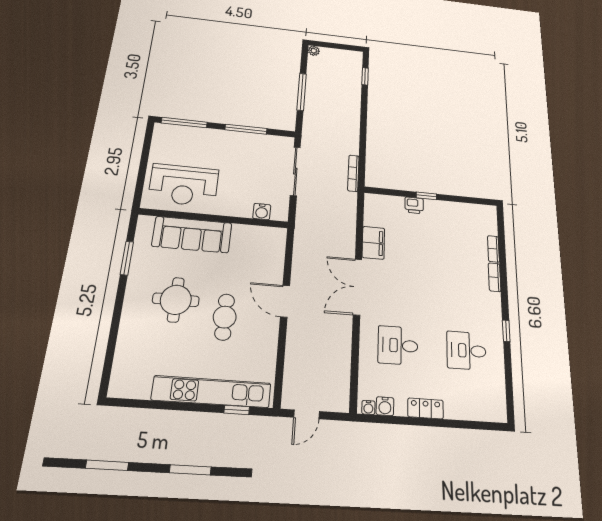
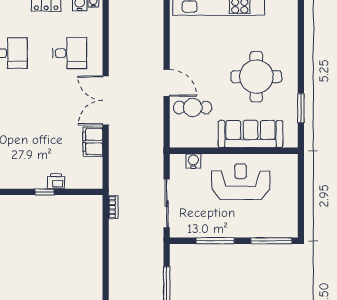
bookcase: (353, 173) -> (113, 207), width x0.64
reception desk: (184, 185) -> (241, 182), moved
double door: (357, 287) -> (106, 100), swing flipped
round table: (176, 300) -> (256, 77), width x1.36, depth x1.36
cafe table: (225, 317) -> (193, 108), moved, turned 90

